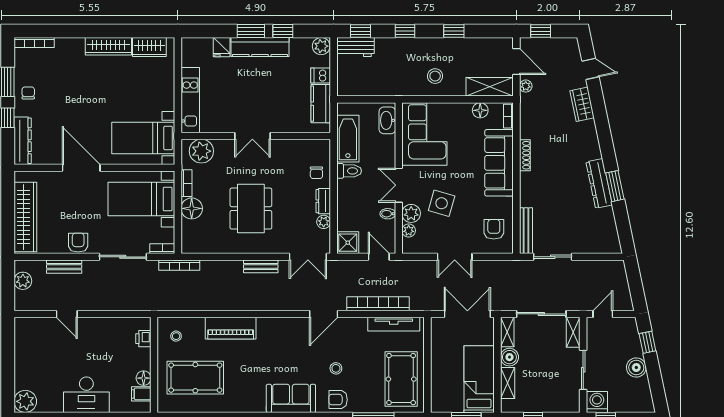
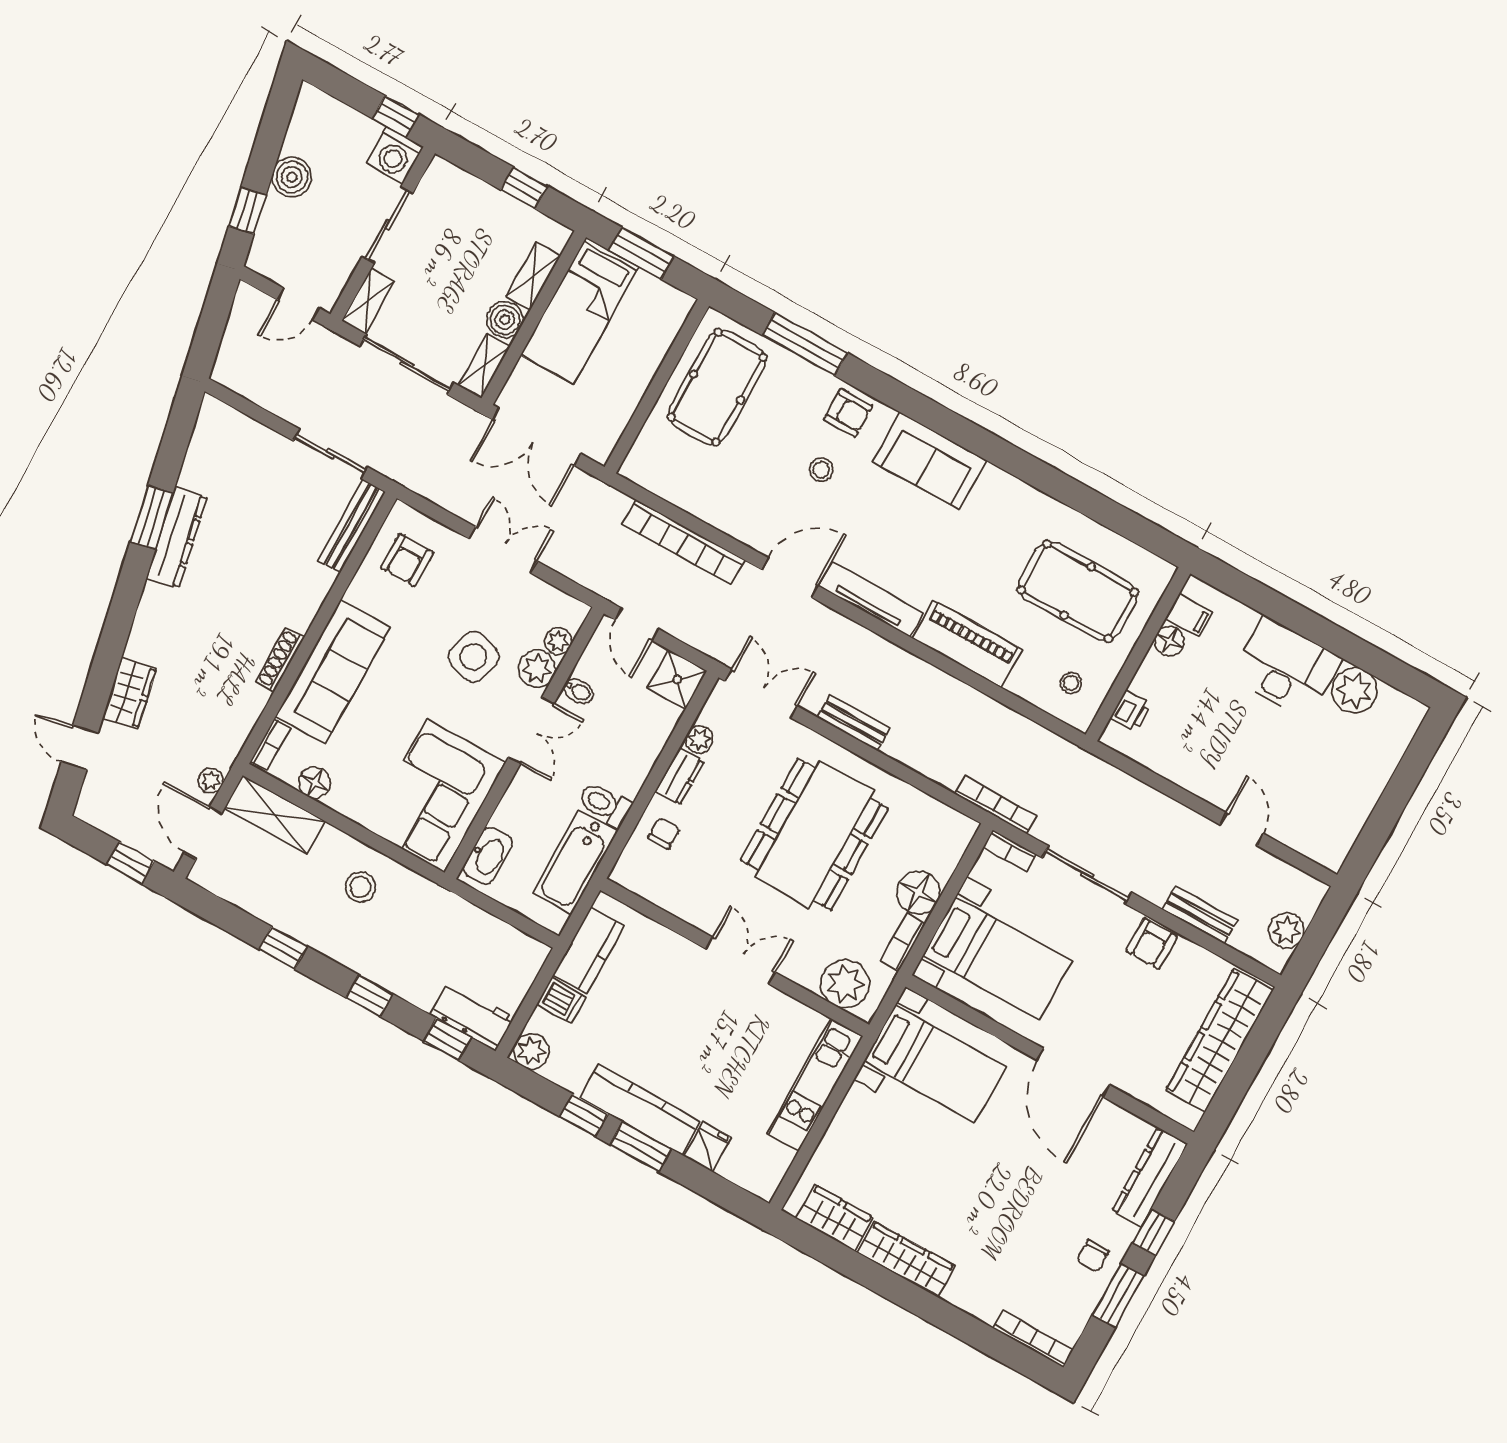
dining table: (251, 209) -> (814, 834), width x1.36, depth x1.24
tv unit: (394, 324) -> (871, 599), moved
plant: (25, 401) -> (1354, 690), moved

